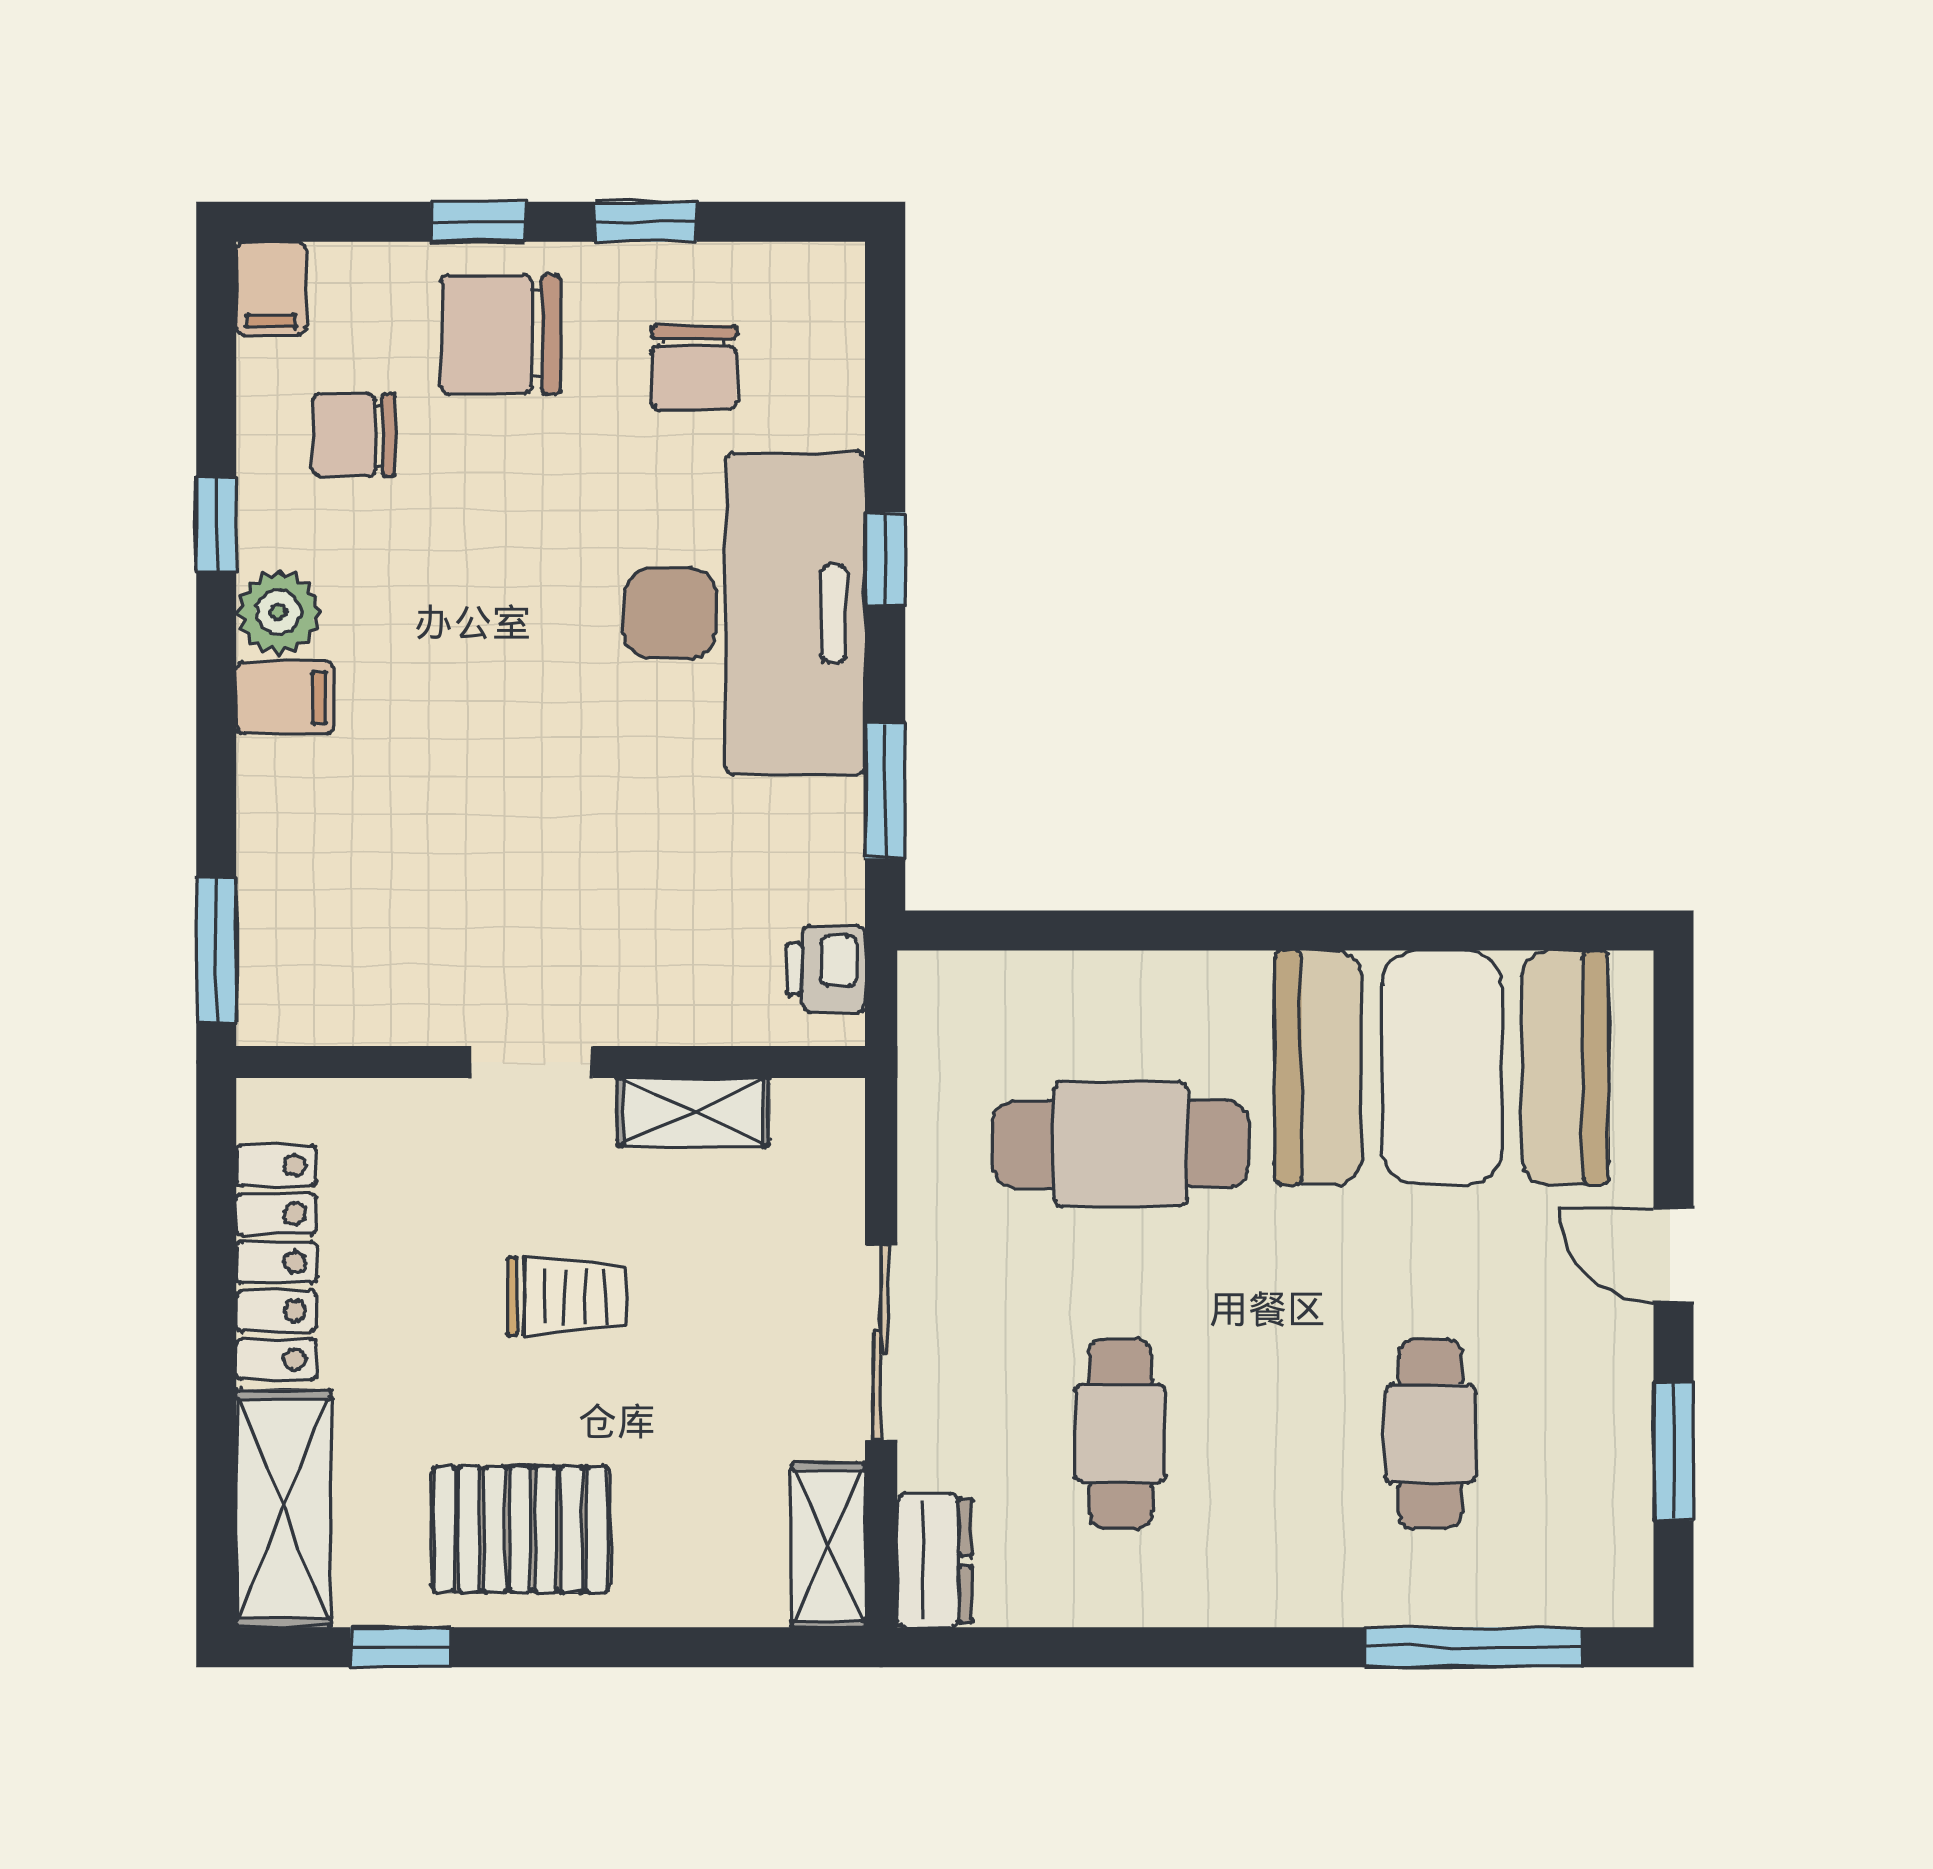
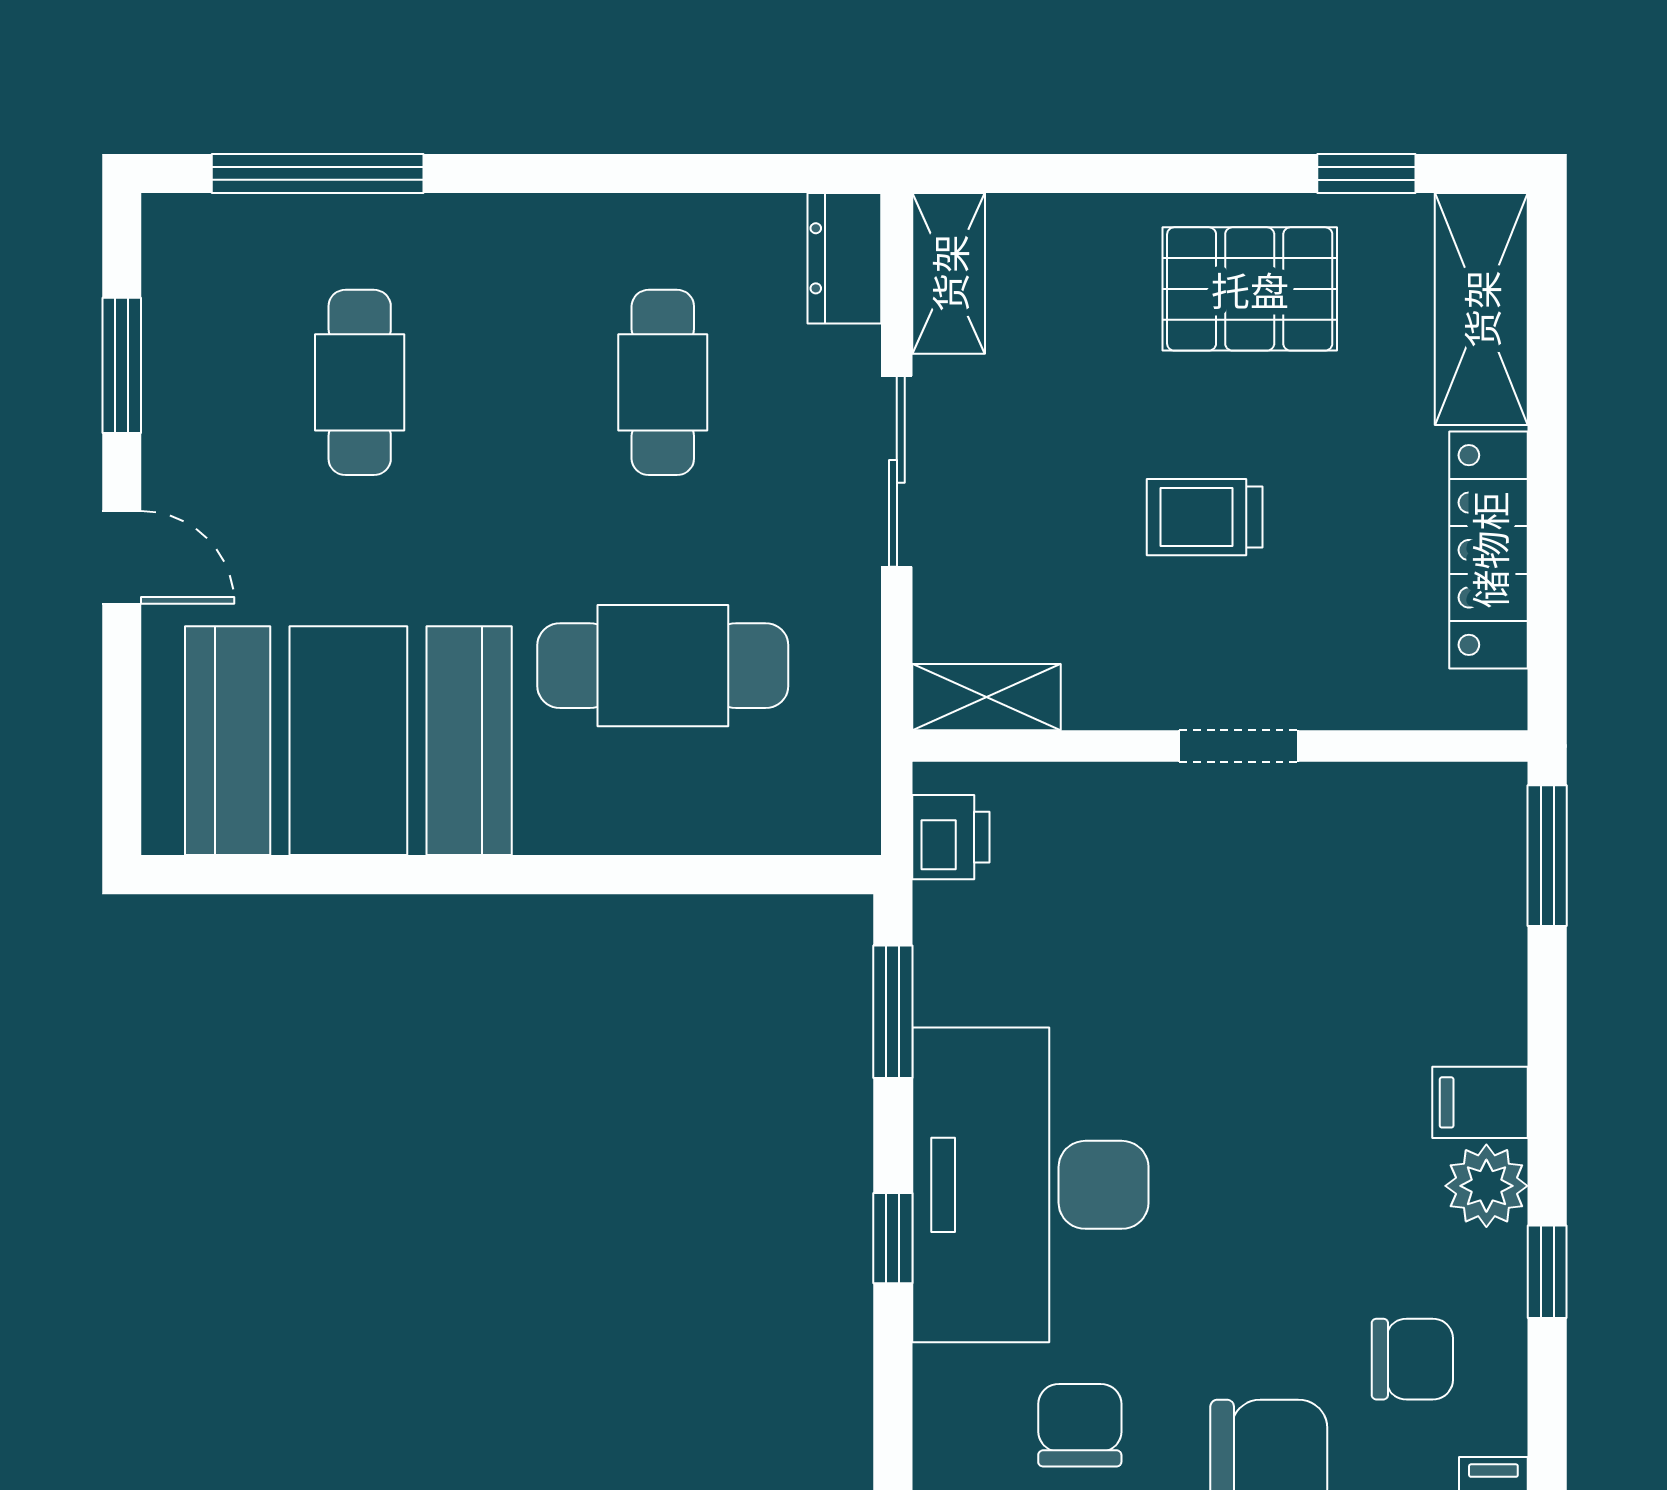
shelving: (693, 1112) -> (986, 697), moved

